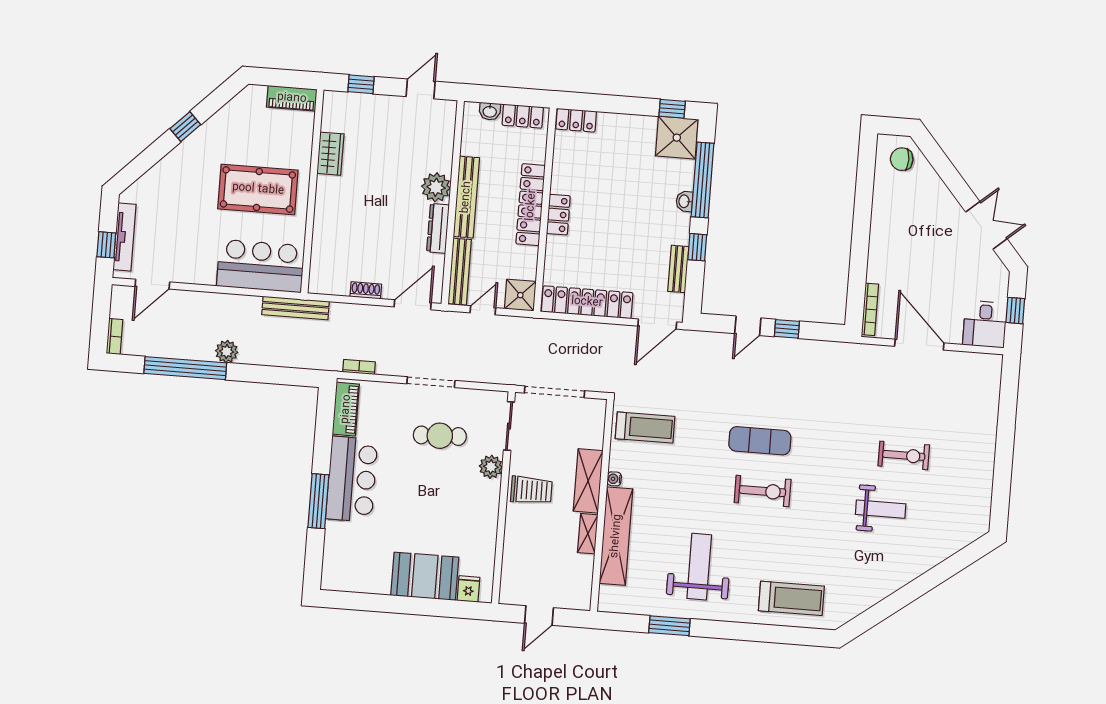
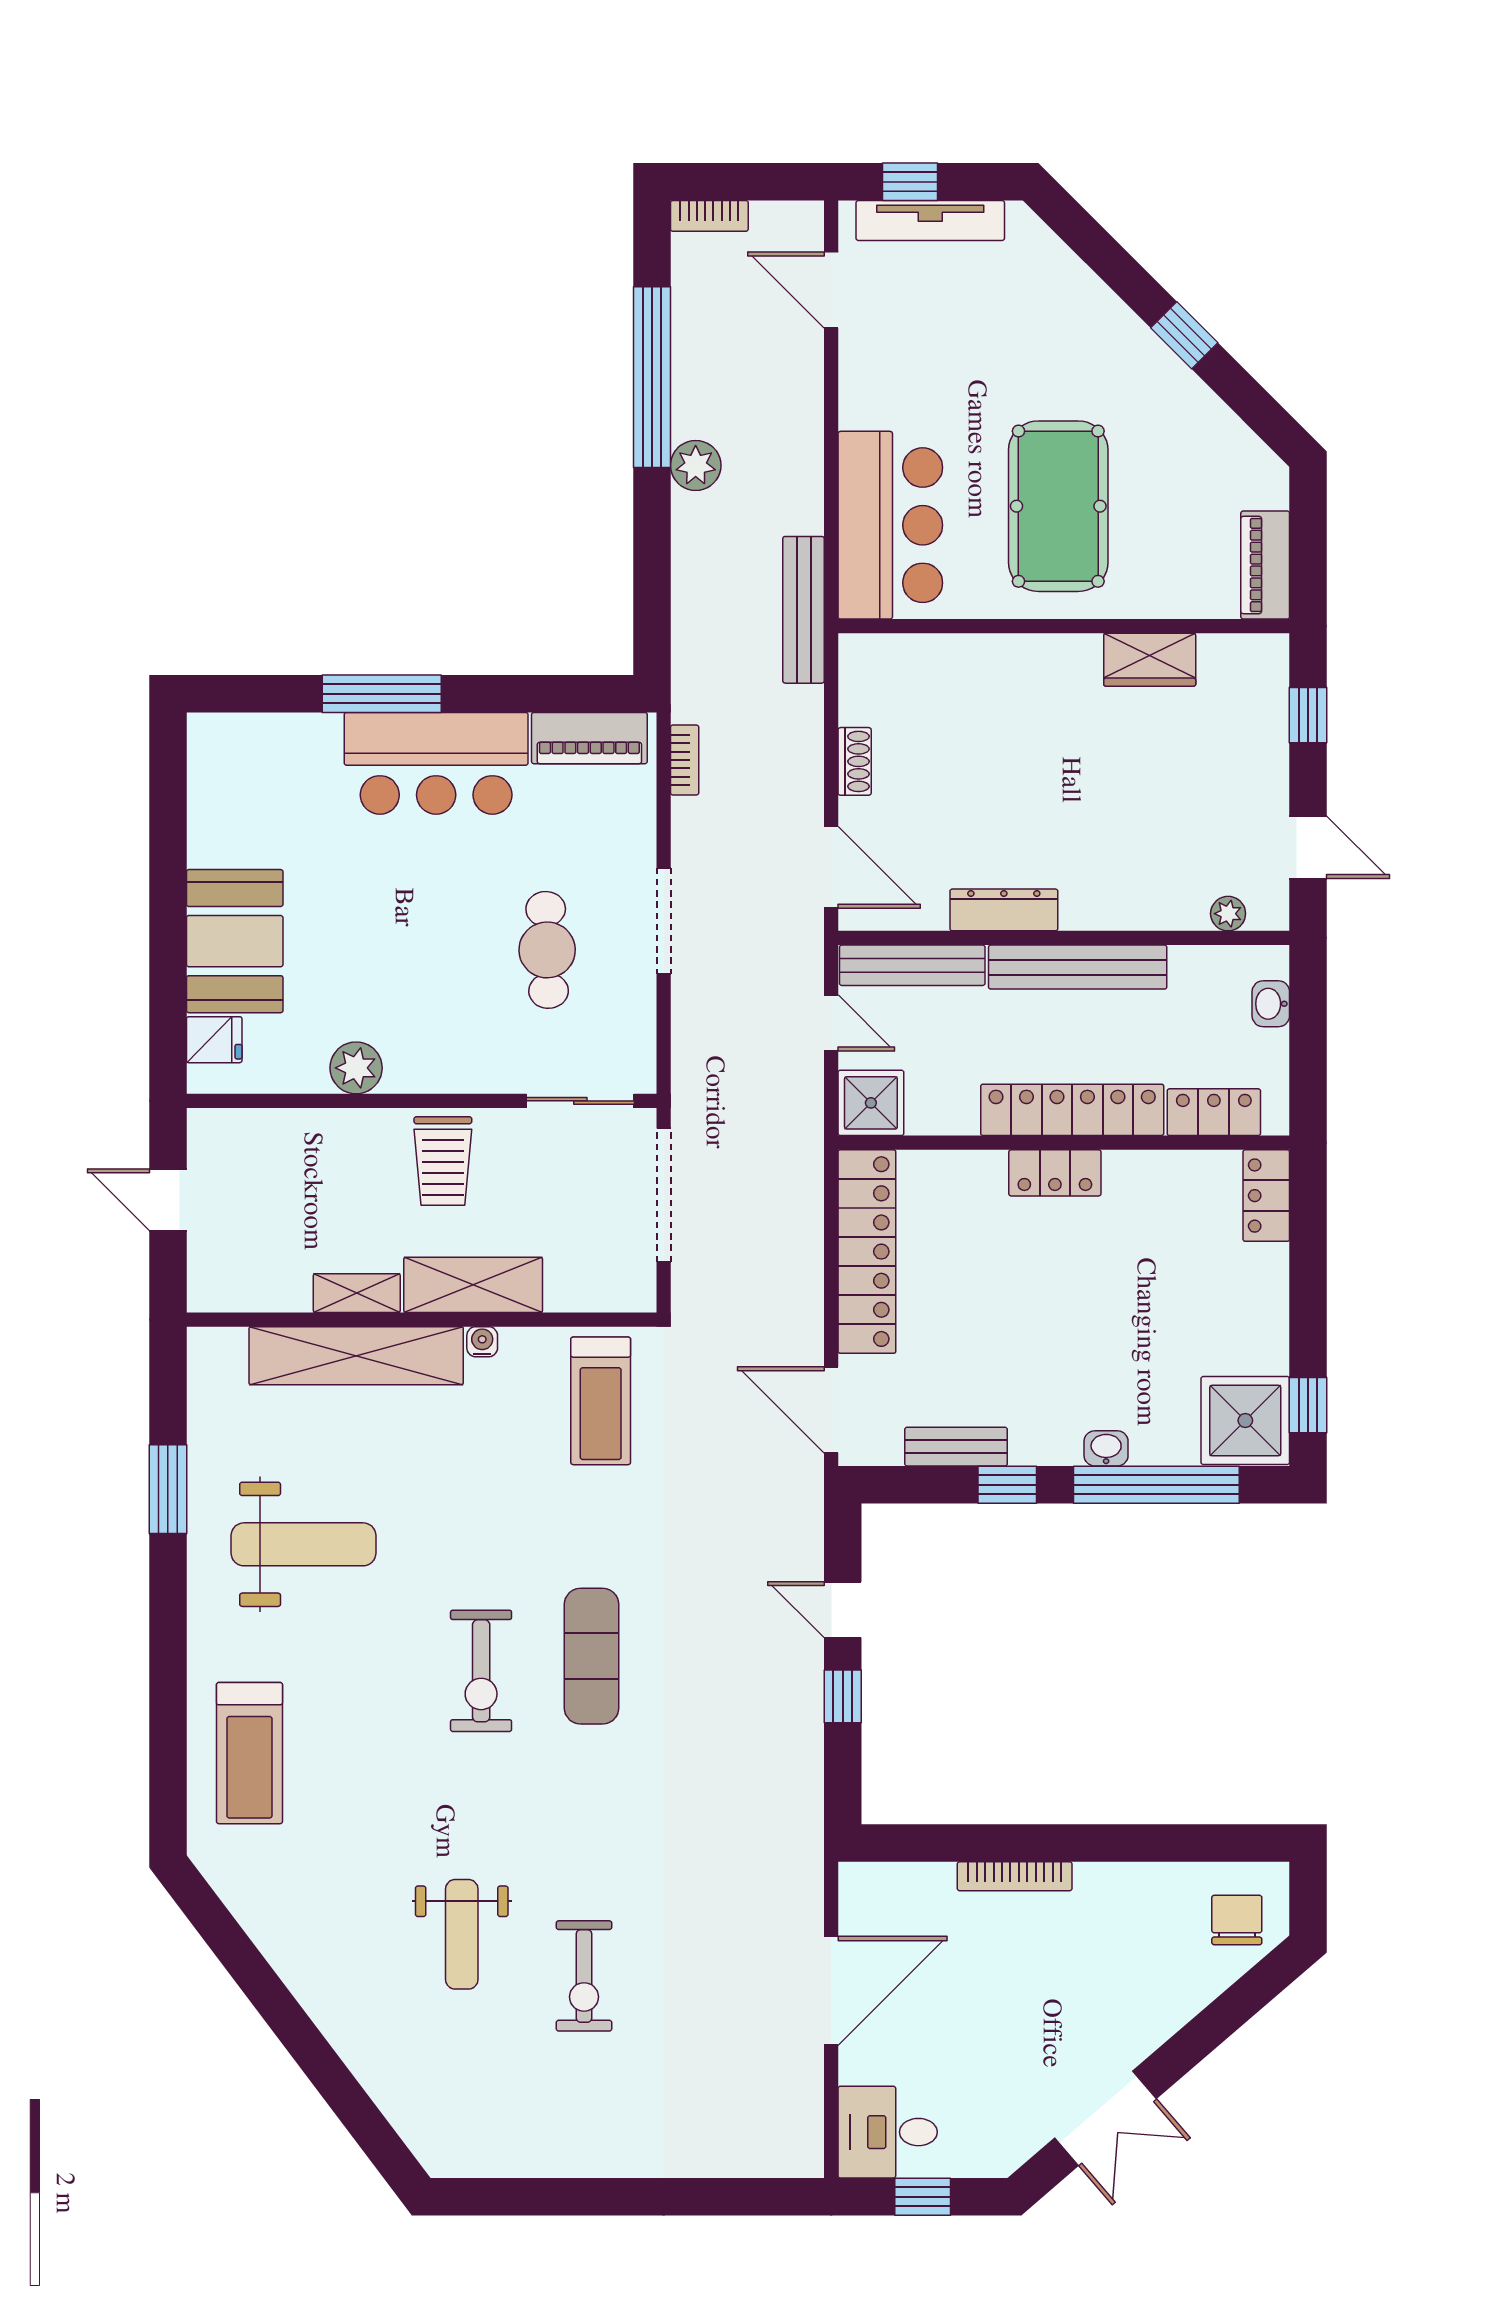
locker: (523, 116) -> (1214, 1112), moved, turned 90
plant: (436, 187) -> (1228, 914), moved, width x0.53, depth x0.53
bookcase: (870, 309) -> (1015, 1876), moved
plant: (491, 467) -> (356, 1068), moved

